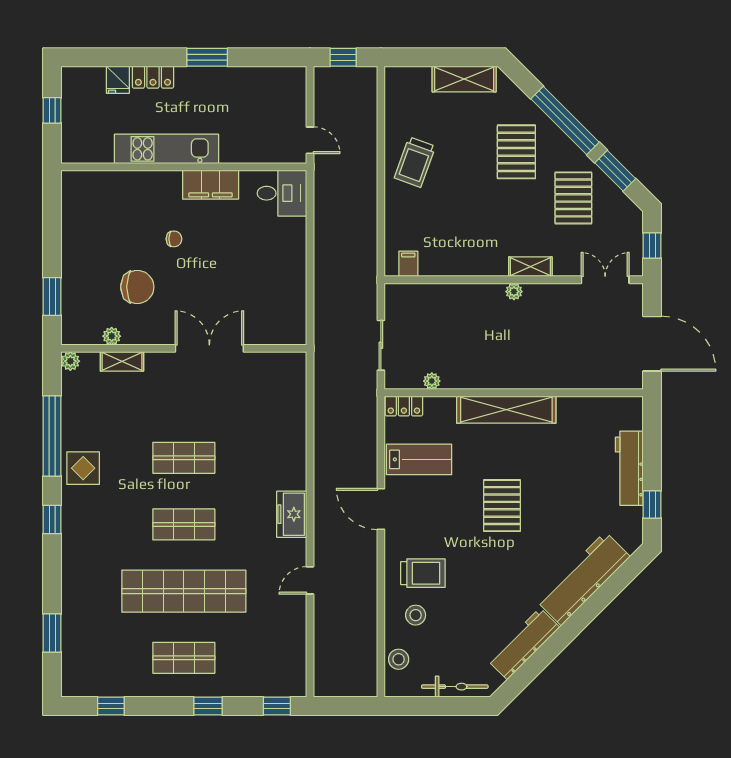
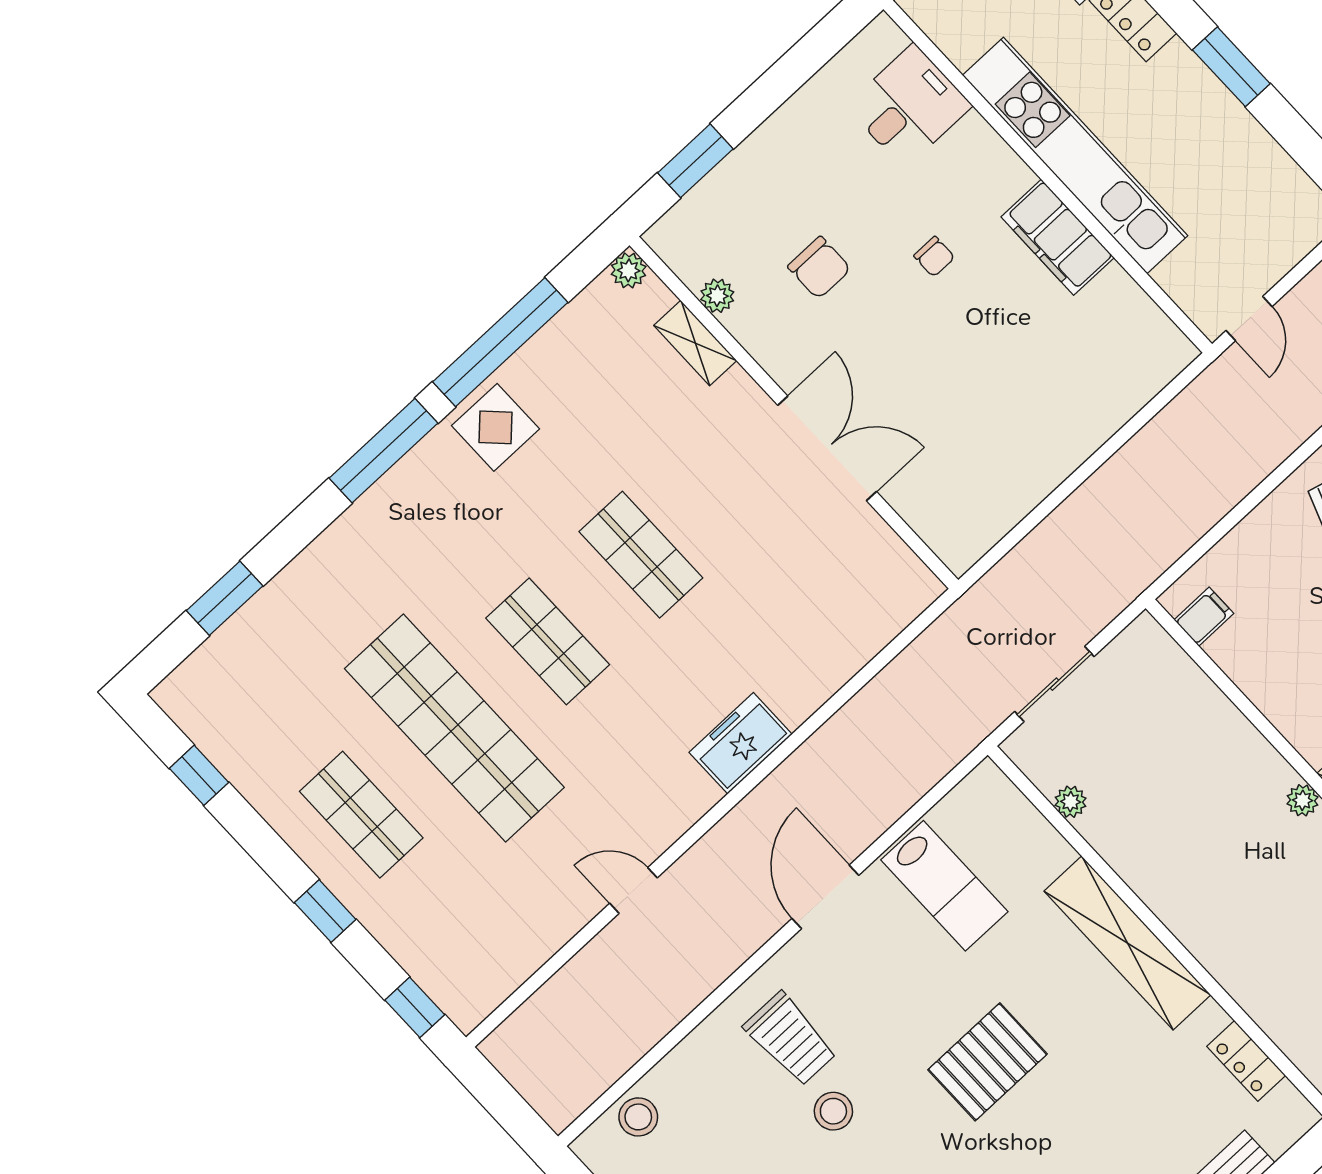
kitchen unit: (166, 149) -> (1075, 156), width x1.36
desk: (282, 193) -> (909, 106), moved, turned -90
chair: (137, 287) -> (819, 268), width x0.73, depth x0.73
locker: (404, 406) -> (1246, 1061), moved
freezer: (292, 514) -> (741, 743), moved
window: (52, 519) -> (384, 451), width x2.17
stool: (416, 615) -> (833, 1111), moved

